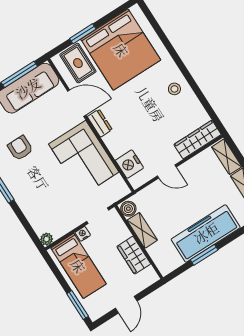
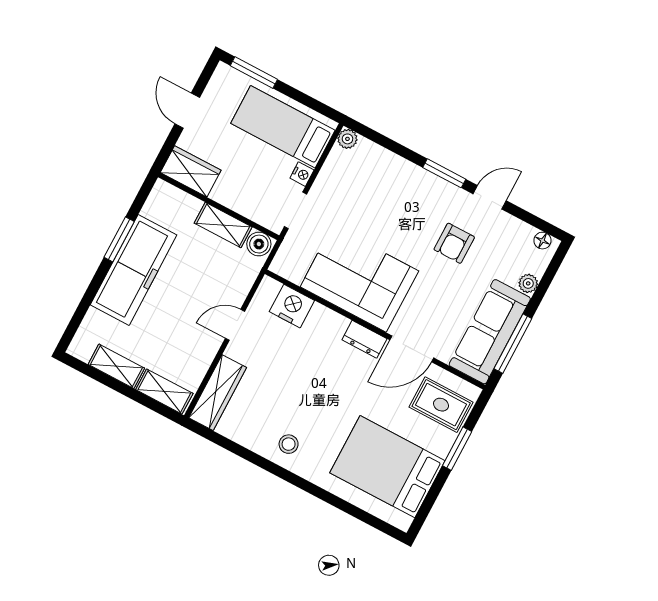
bed: (121, 50) -> (387, 467), width x0.73
armchair: (20, 148) -> (454, 243), turned 90
wardrobe: (134, 255) -> (191, 171), moved

